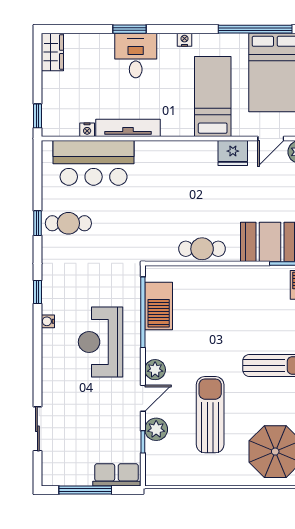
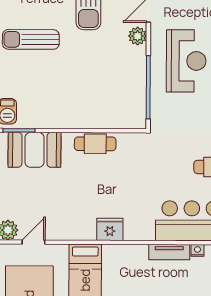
tv unit: (128, 128) -> (169, 252), width x0.71
fridge: (233, 153) -> (110, 229), moved
barbecue: (159, 306) -> (134, 93), removed

